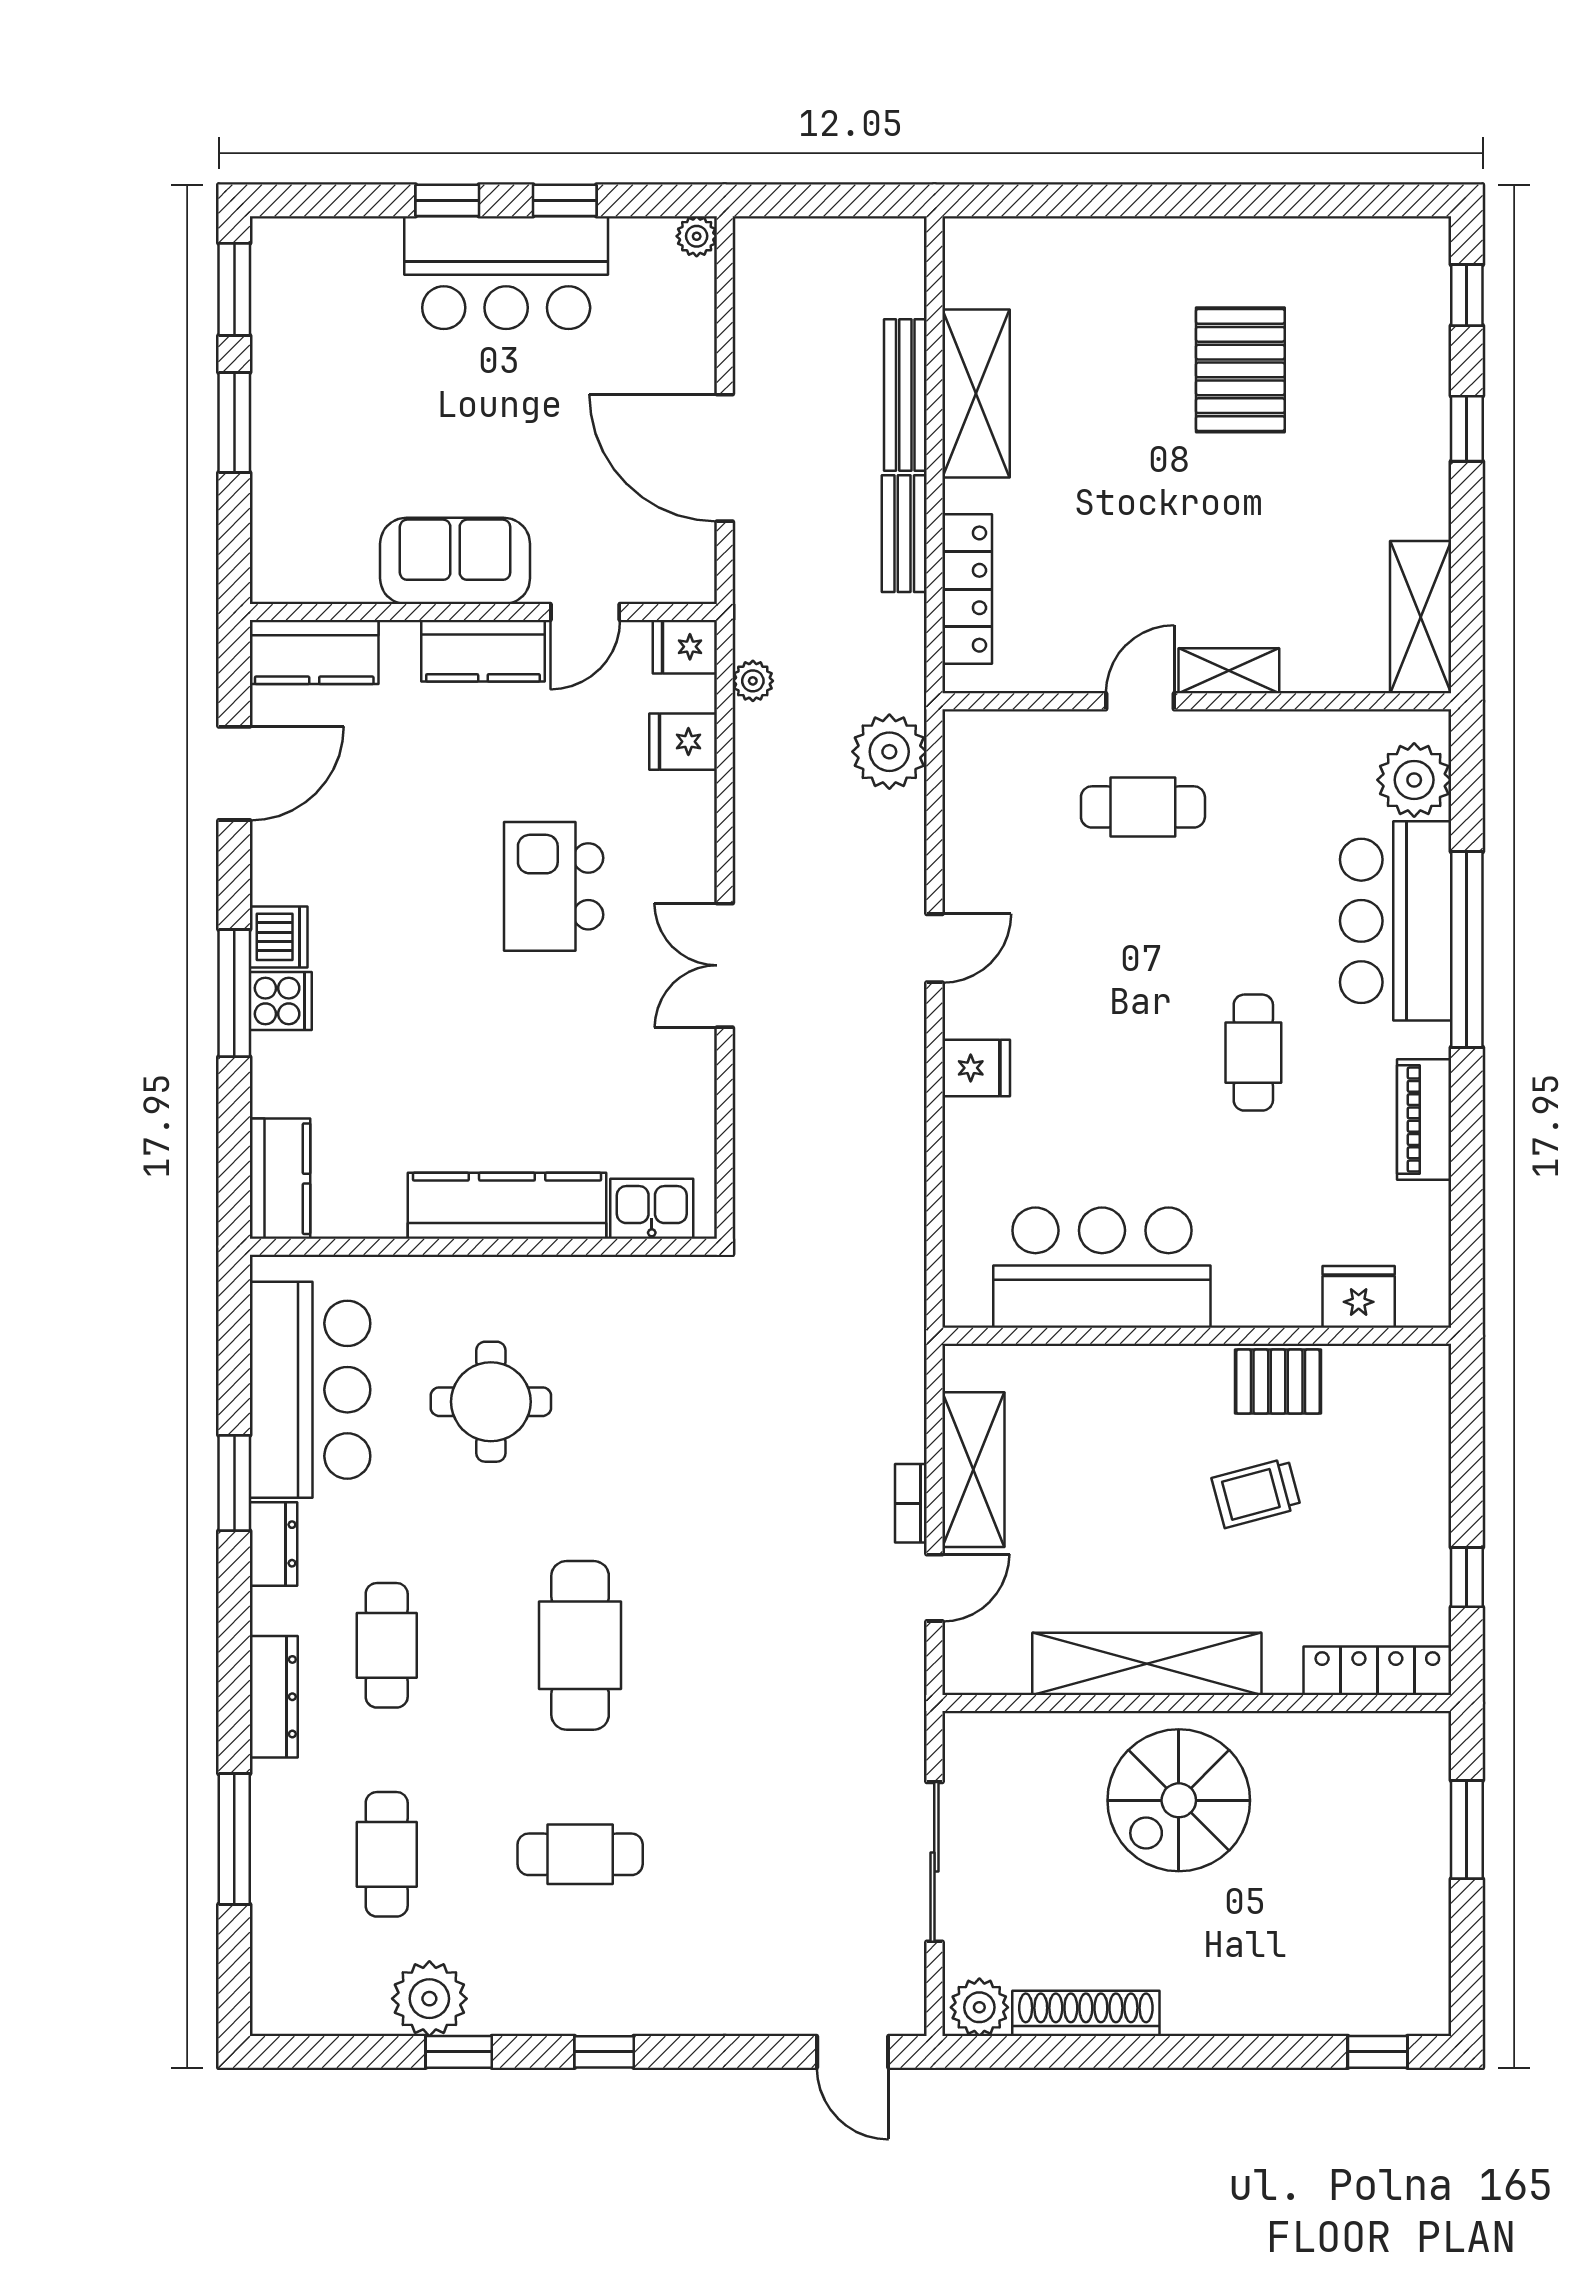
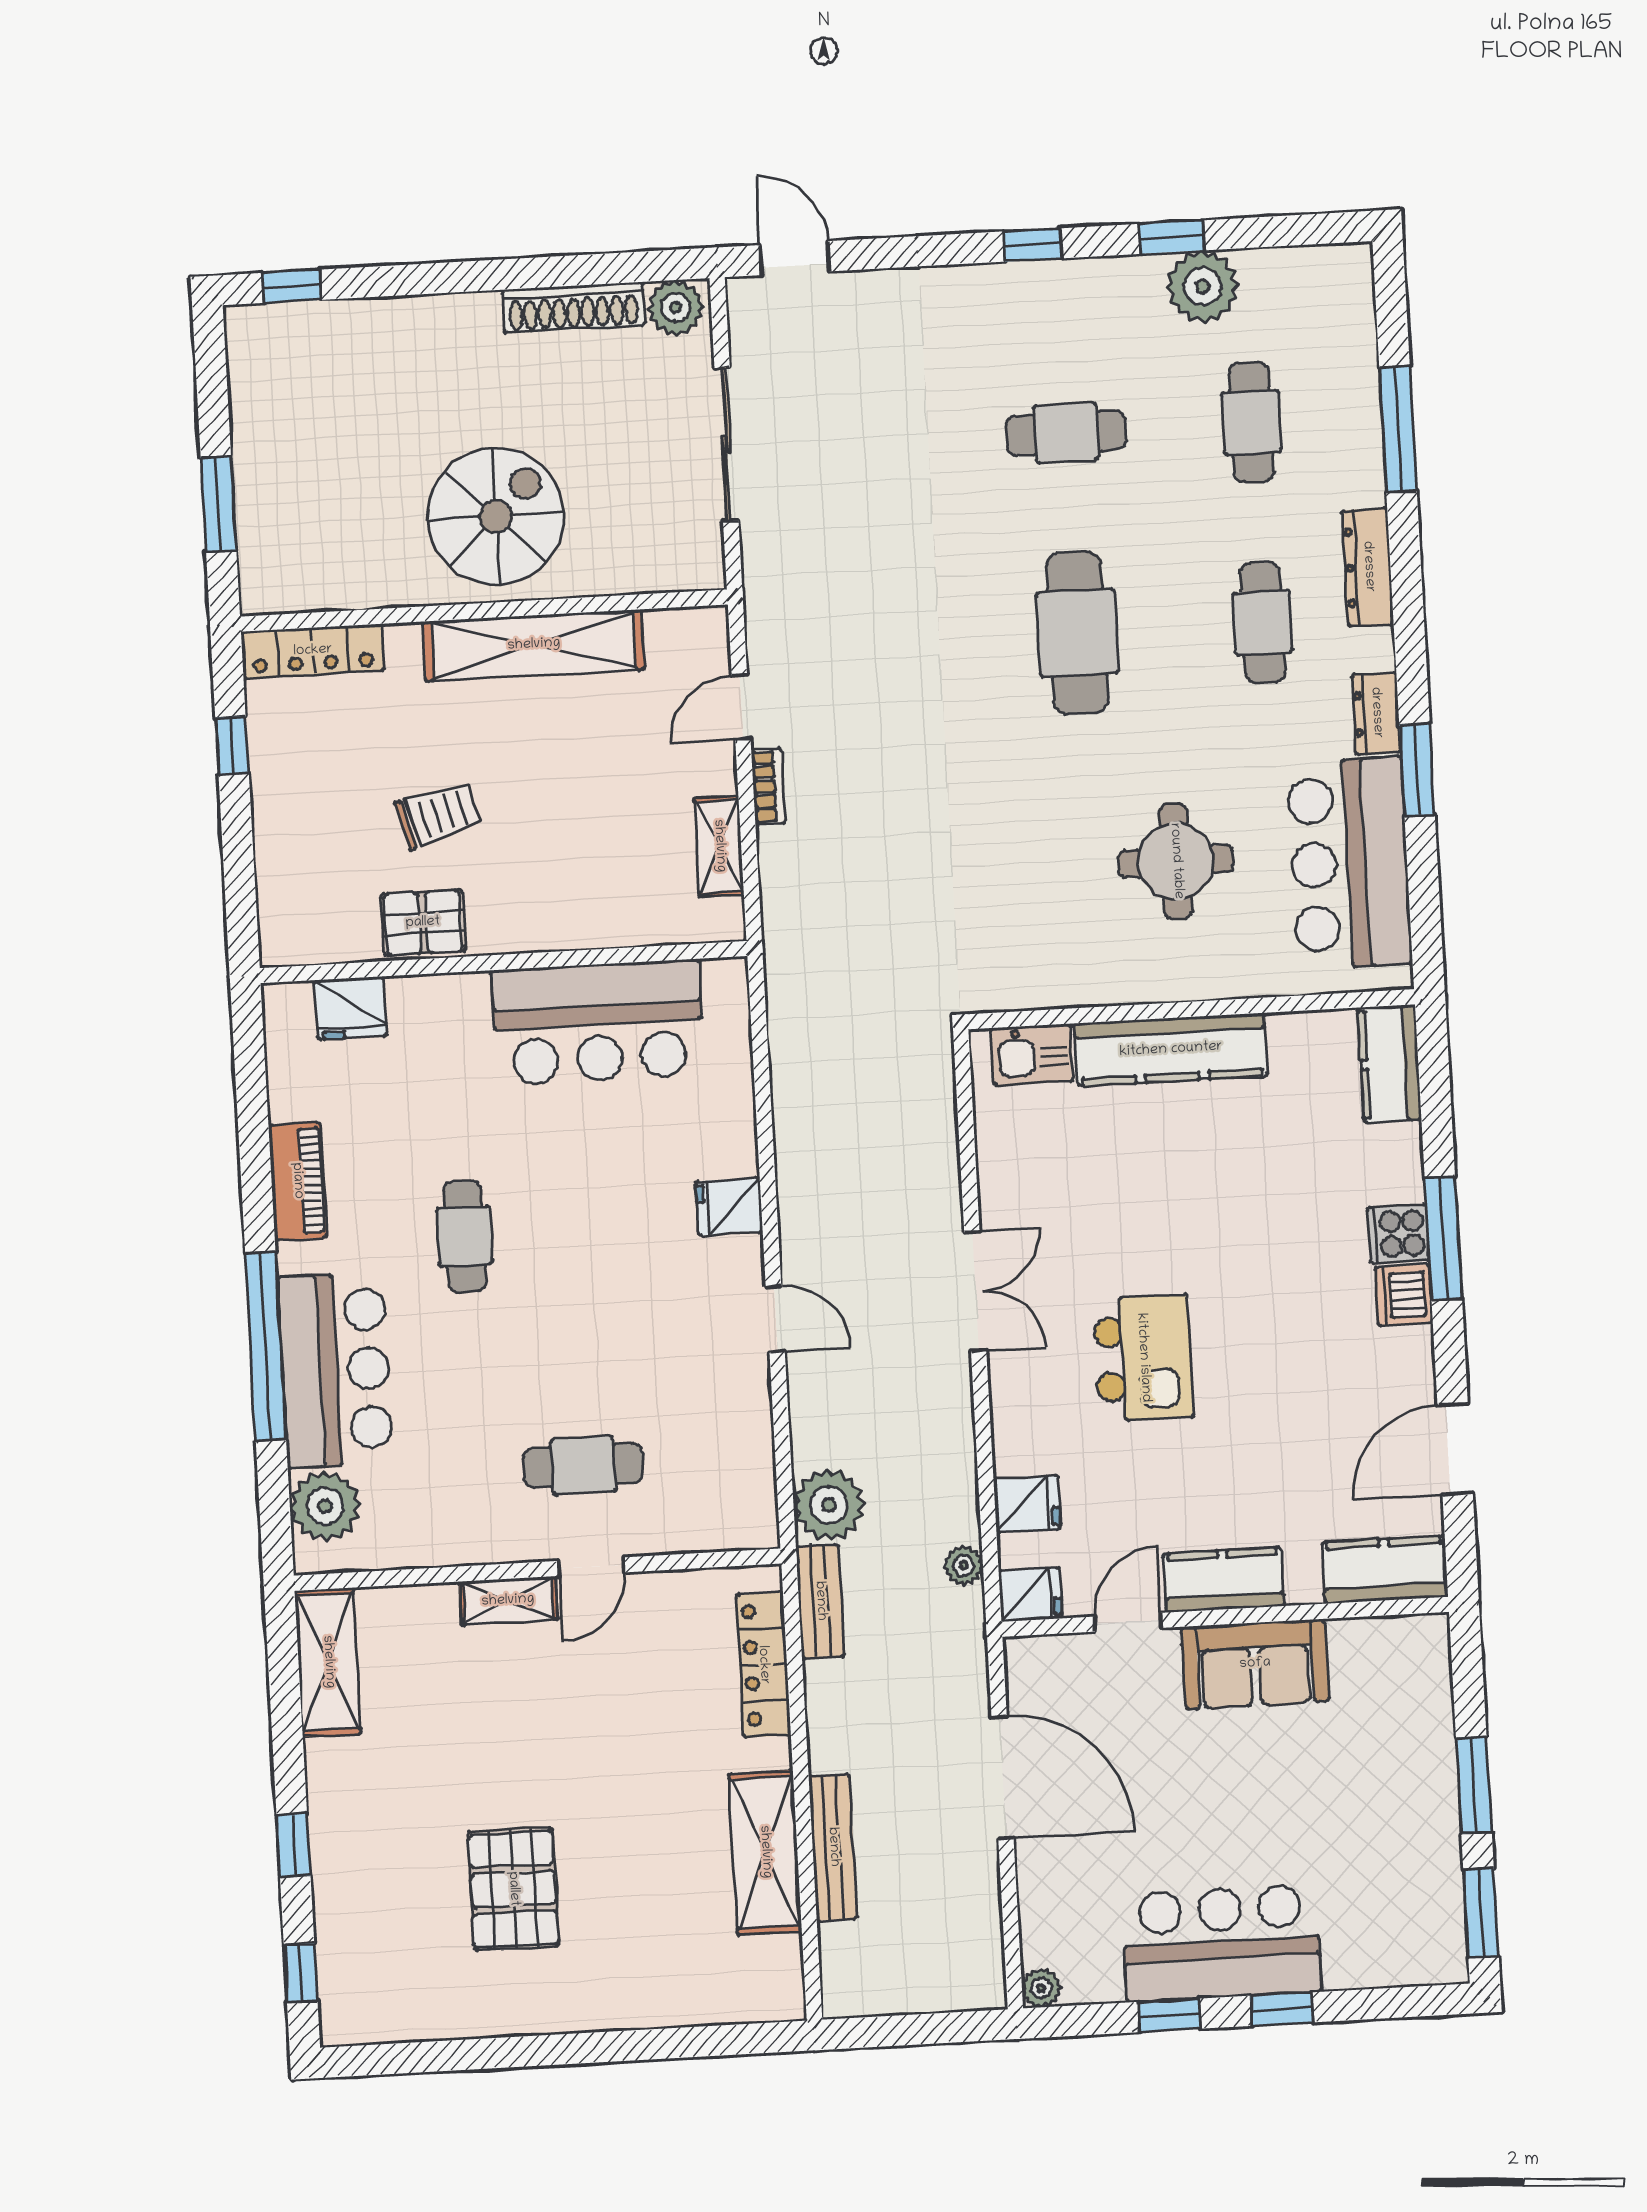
bench: (904, 534) -> (820, 1601), moved
door: (934, 948) -> (775, 1319), swing flipped
shelving: (973, 1470) -> (719, 846), width x0.67, depth x0.75

